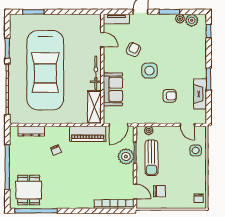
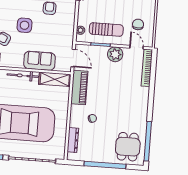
plant: (126, 156) -> (115, 54), moved
dining table: (29, 190) -> (128, 147), turned 90
door: (135, 191) -> (137, 47), hinge flipped

